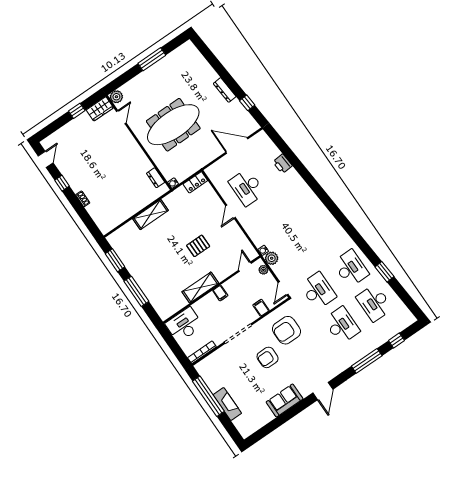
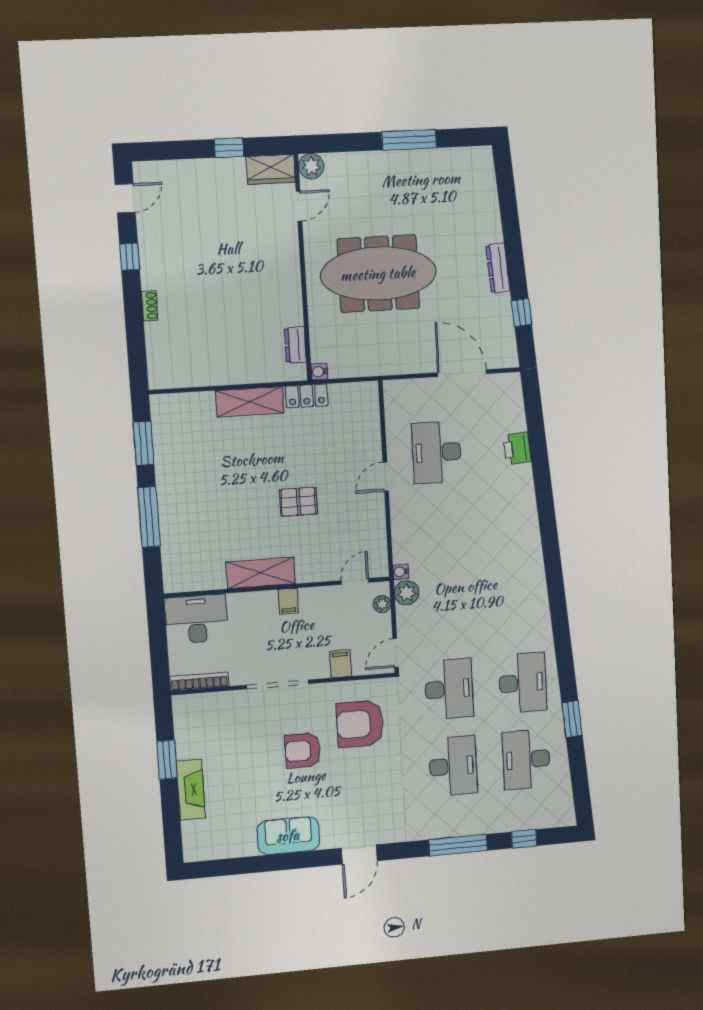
locker: (195, 182) -> (307, 396), moved
window: (208, 396) -> (167, 760), width x0.47

